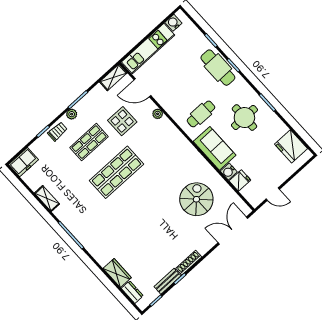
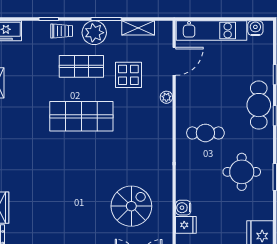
shelving: (113, 77) -> (138, 28), moved
door: (142, 88) -> (174, 61), swing flipped
plant: (72, 114) -> (94, 33), width x1.88, depth x1.88
sofa: (215, 148) -> (189, 175), removed

